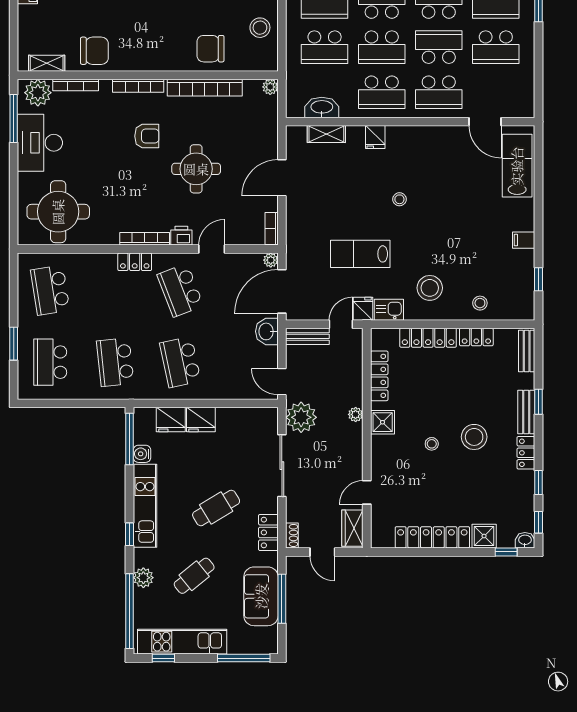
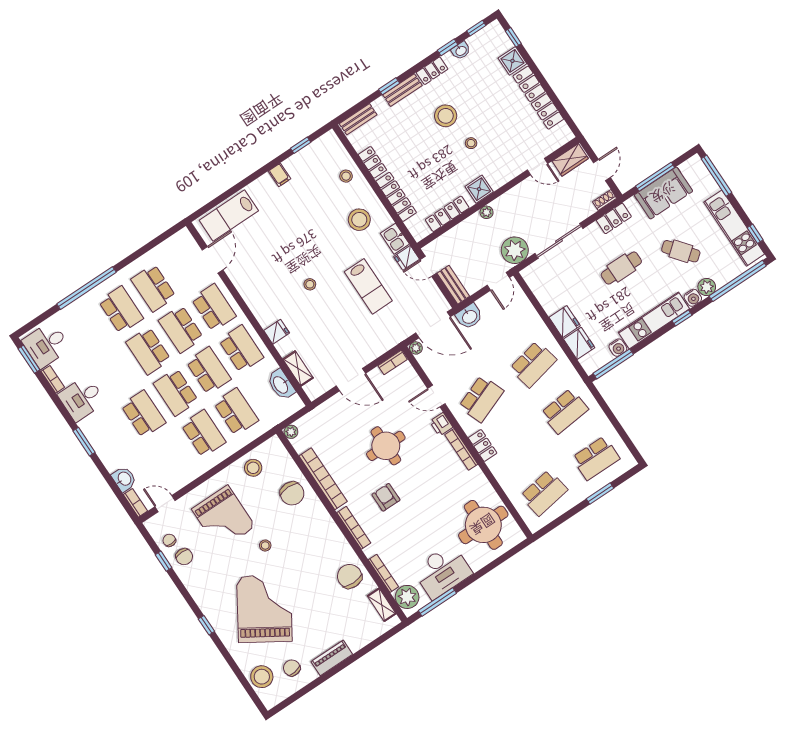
school desk: (496, 47) -> (153, 288), turned 180
cafe table: (216, 508) -> (621, 268), turned -59
washbasin: (525, 540) -> (461, 51), moved, turned -90
water cooler: (142, 557) -> (693, 298), added

